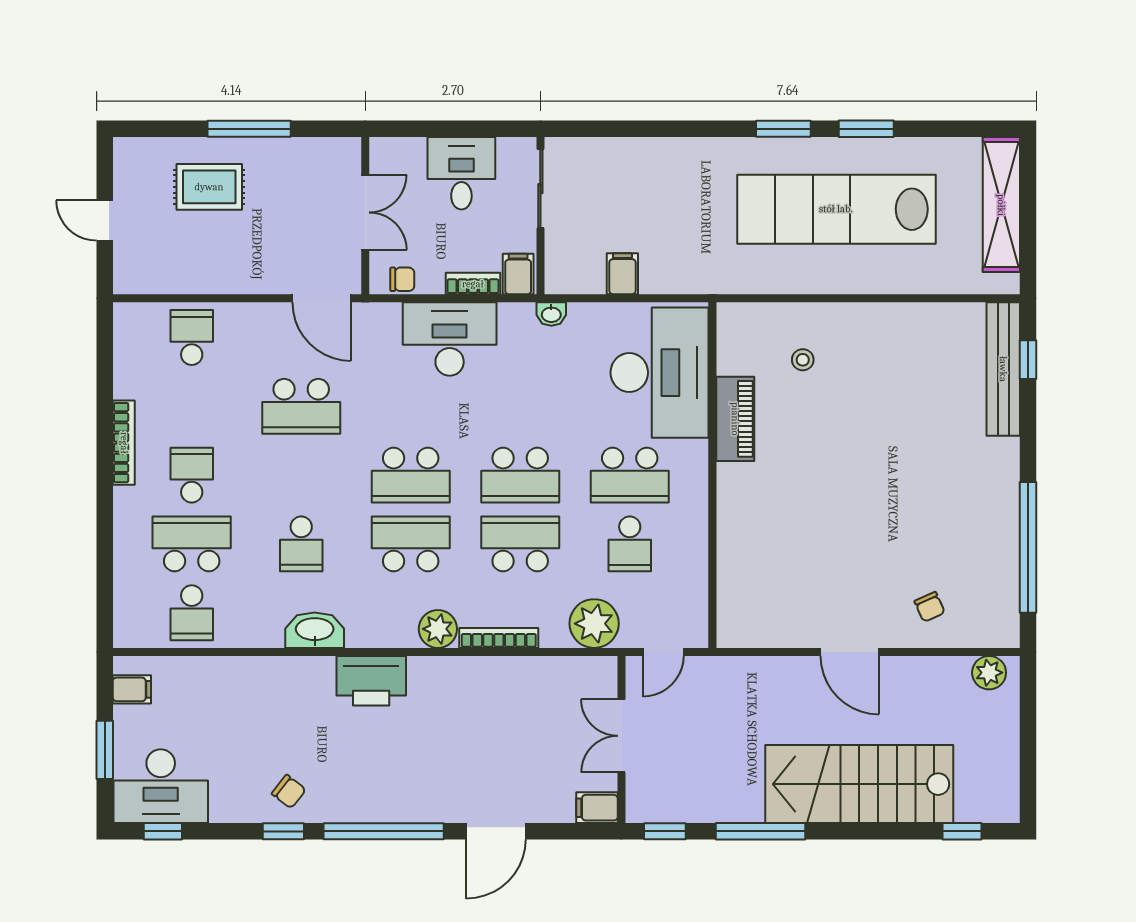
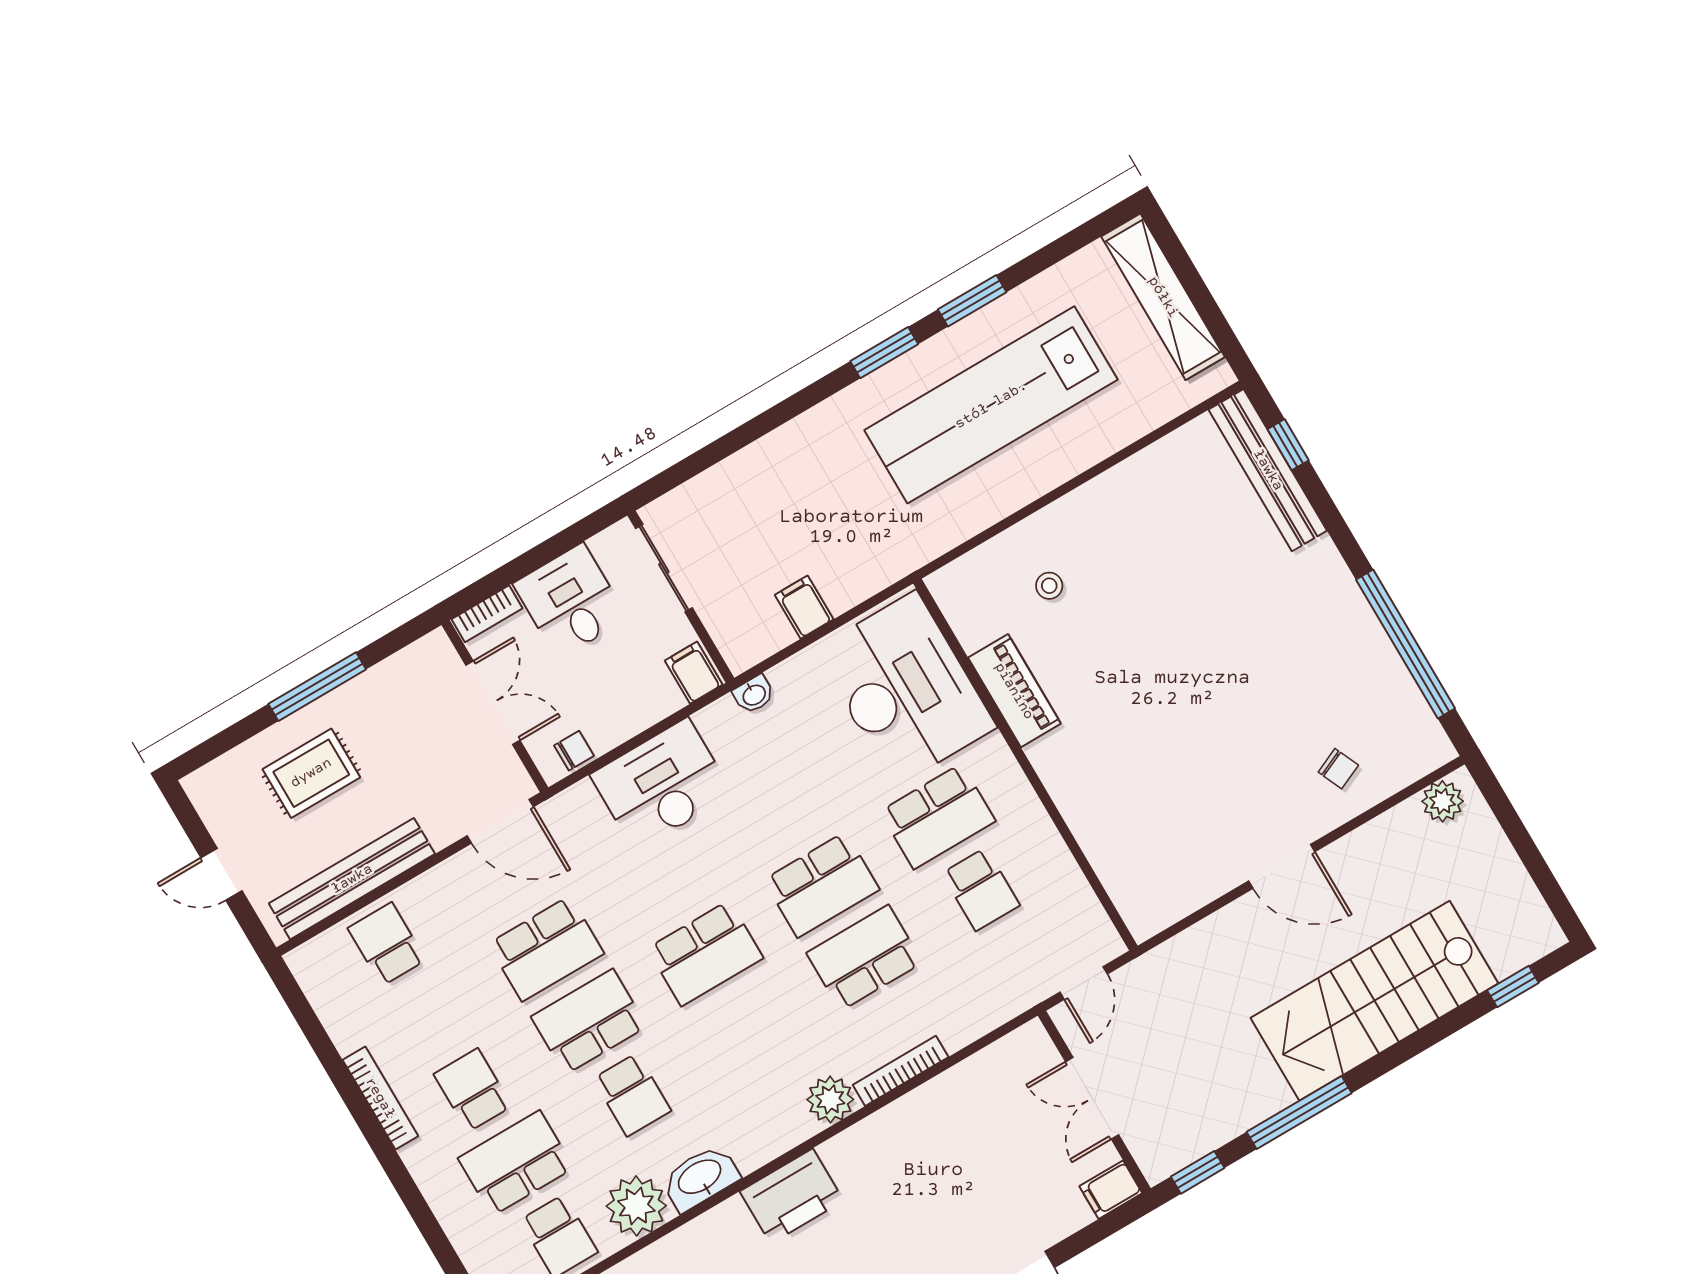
bench: (194, 277) -> (352, 879), added
bookcase: (473, 284) -> (487, 614), moved, turned 180
school desk: (411, 544) -> (589, 1022), moved
plant: (594, 624) -> (636, 1206), moved

